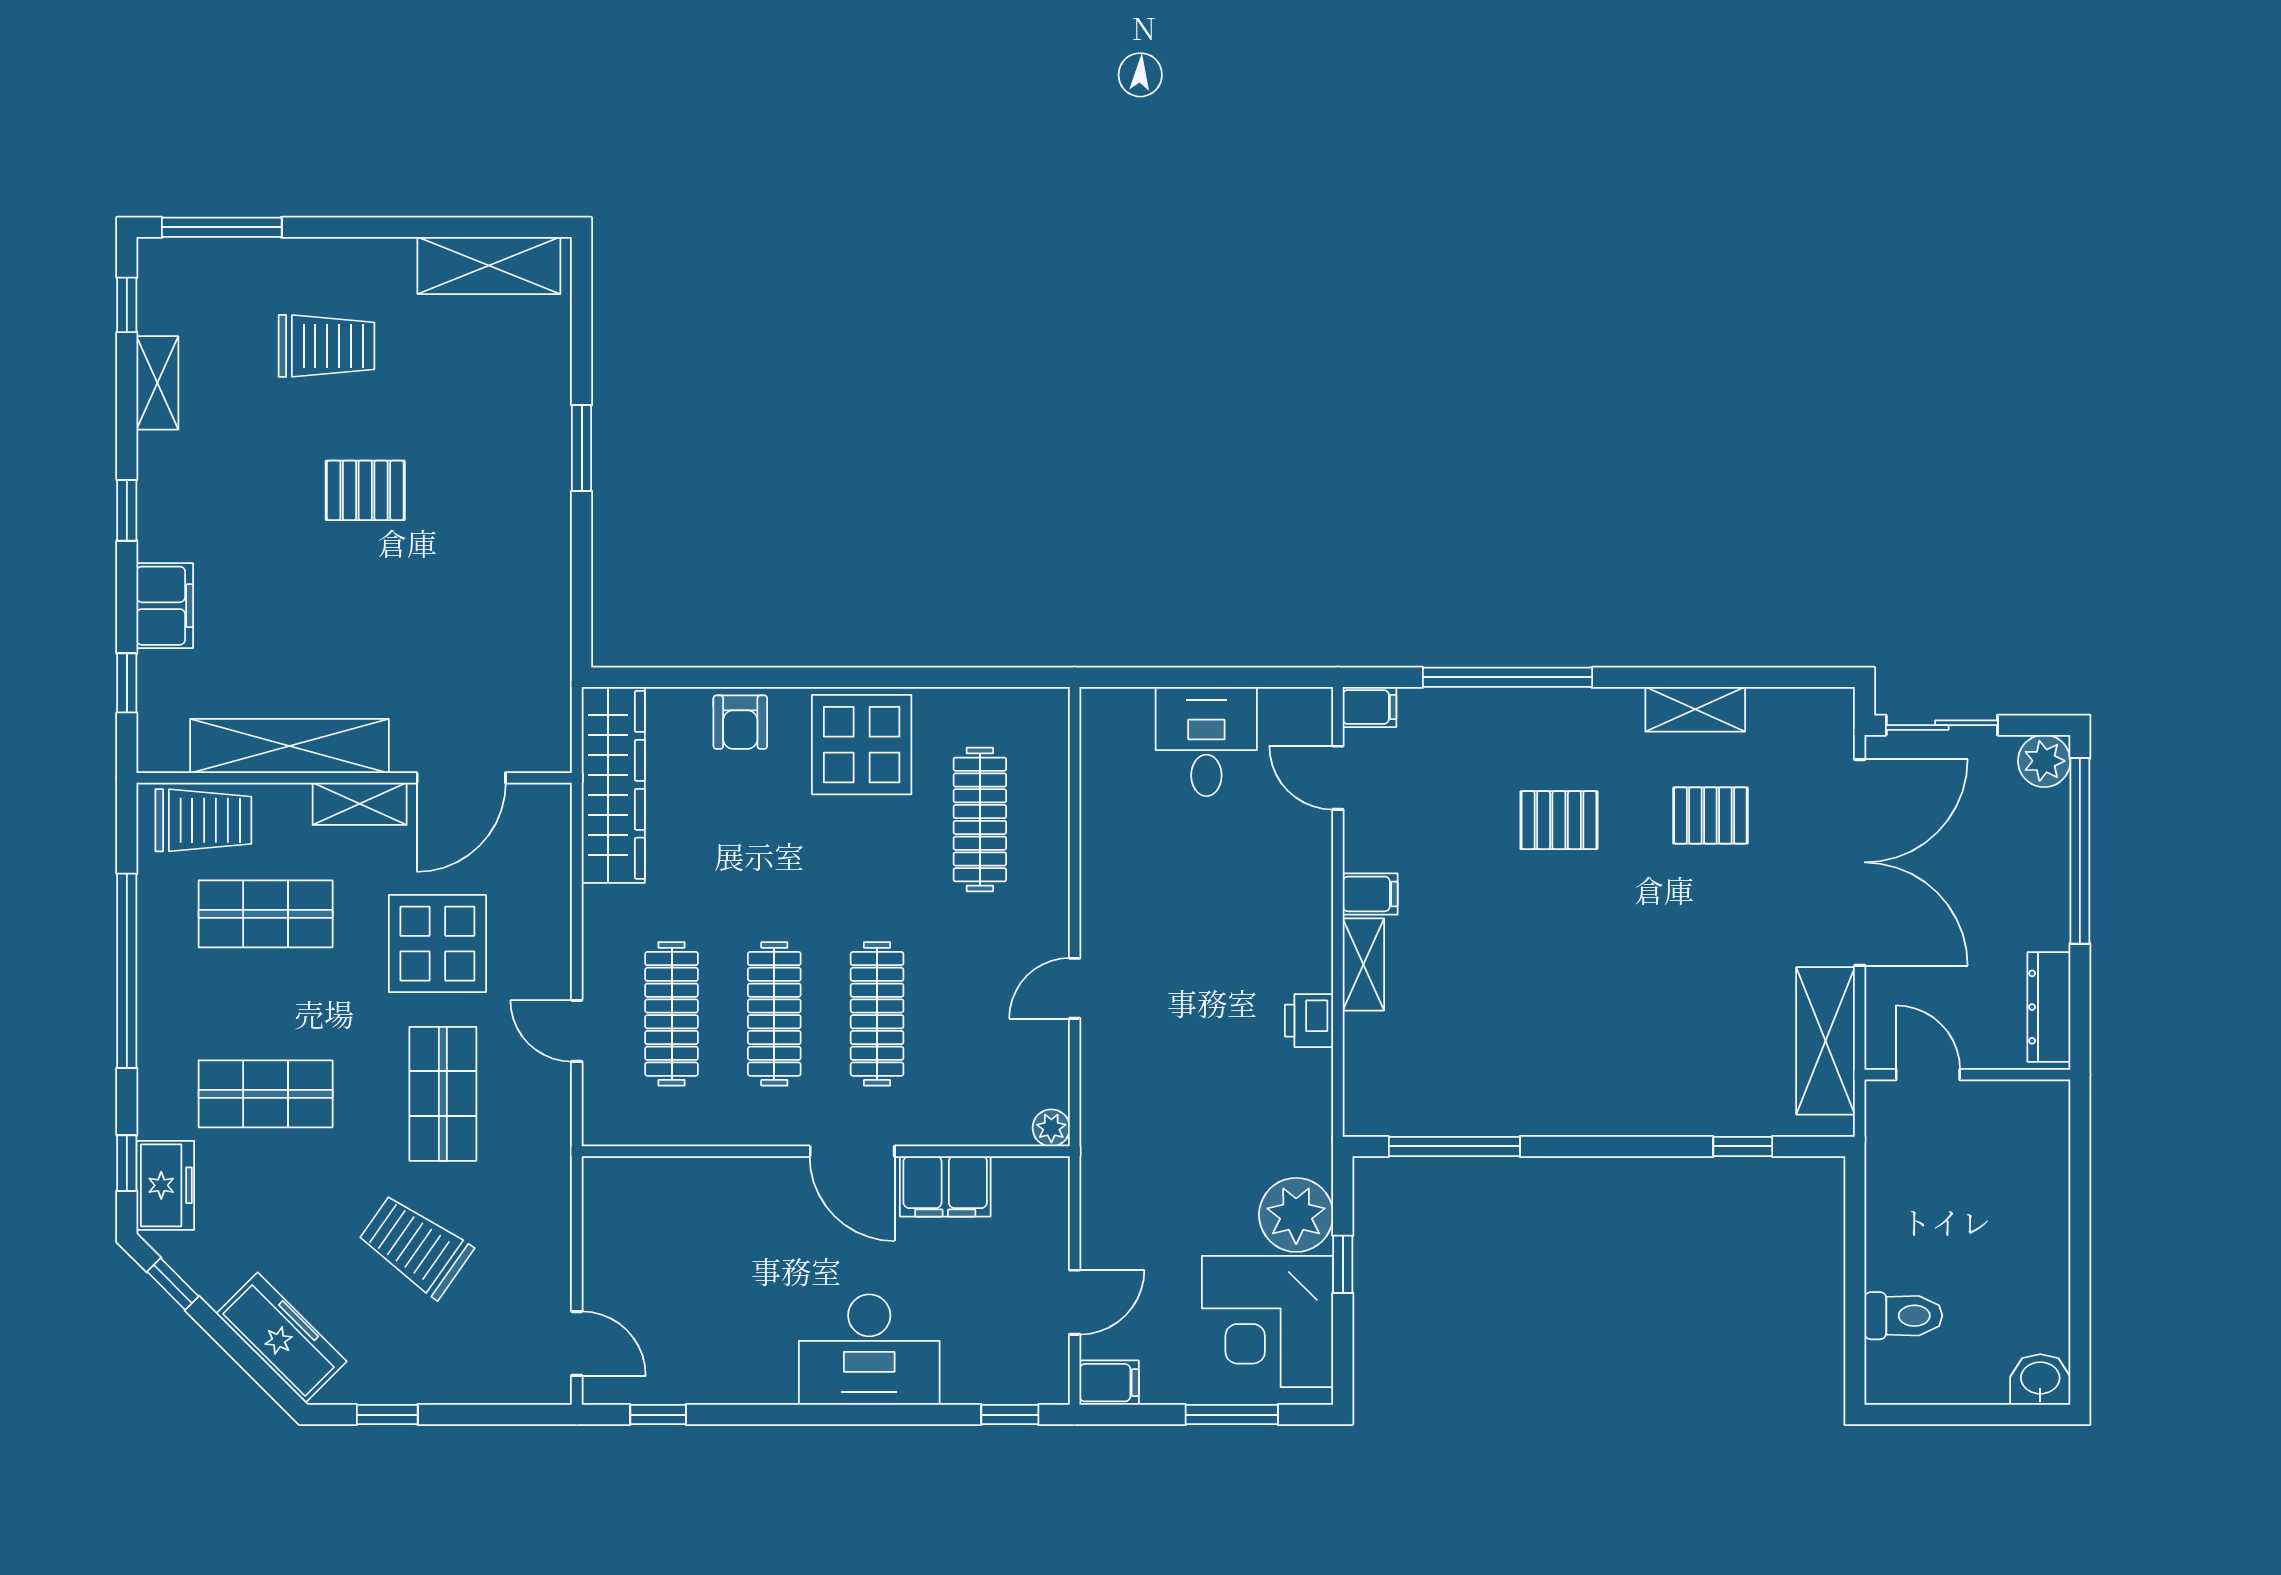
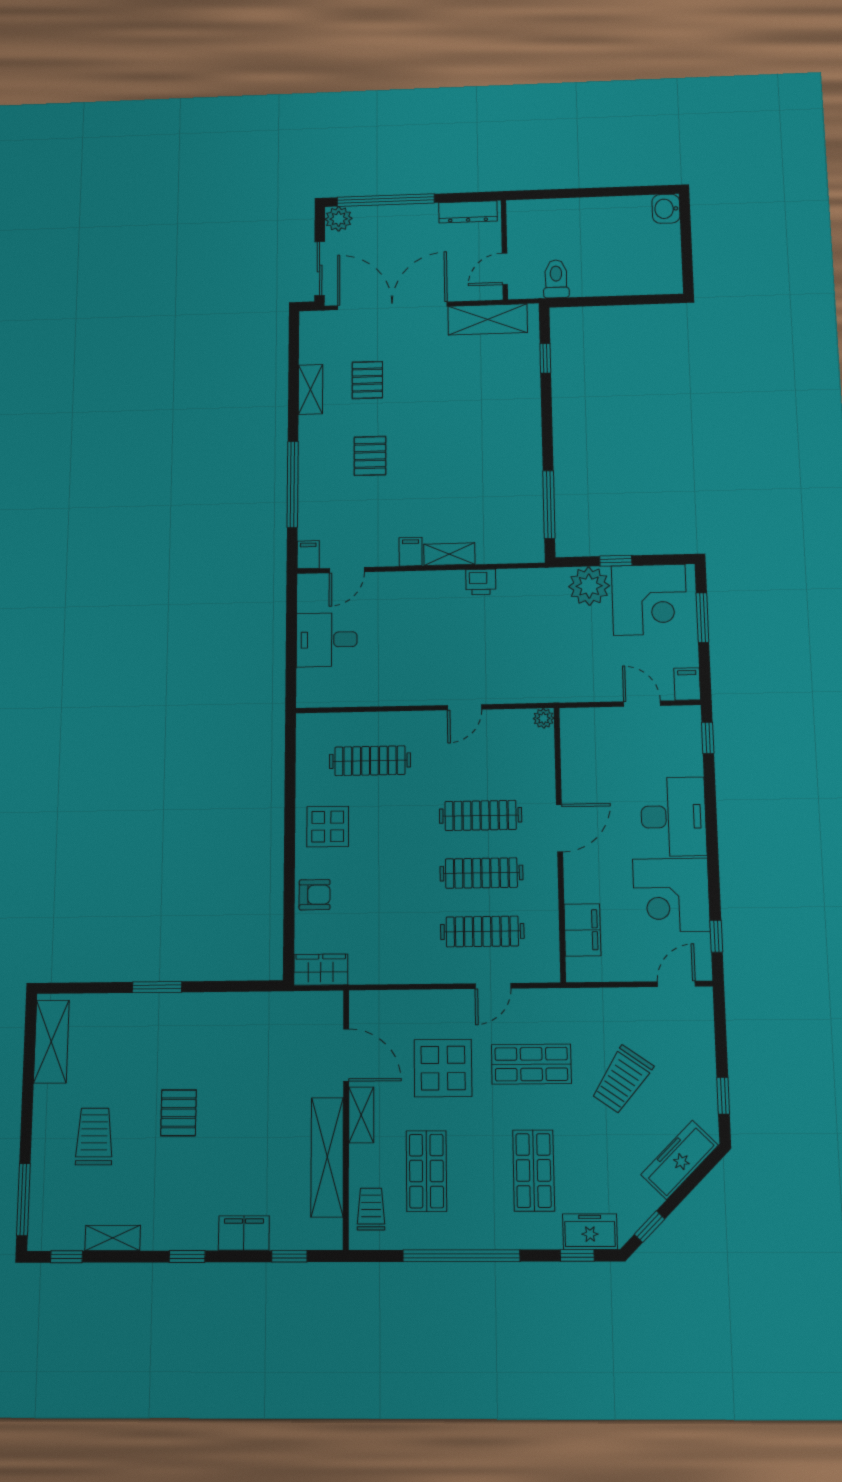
display table: (862, 745) -> (328, 827), width x0.73, depth x0.73
wardrobe: (613, 785) -> (321, 970), width x0.48, depth x0.85
trolley: (203, 820) -> (371, 1209), width x0.73, depth x0.72
door: (1075, 988) -> (465, 707), hinge flipped
filing cabinet: (945, 1186) -> (582, 930), moved
toilet: (1903, 1316) -> (556, 279), moved
corner desk: (731, 1341) -> (671, 895), added

